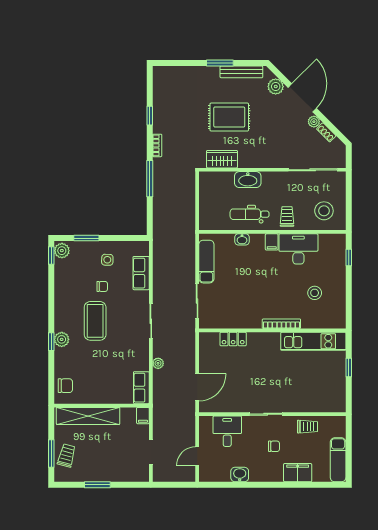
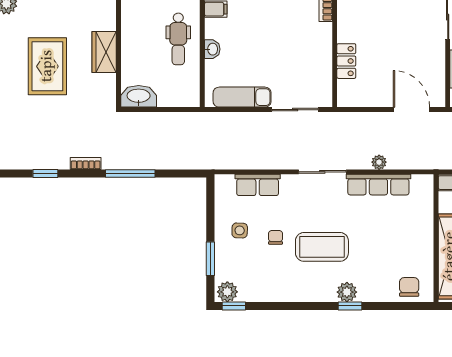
wardrobe: (222, 159) -> (104, 52), moved
washbasin: (248, 180) -> (139, 96), moved, turned -90
row of seats: (141, 388) -> (378, 185), moved, width x1.48

